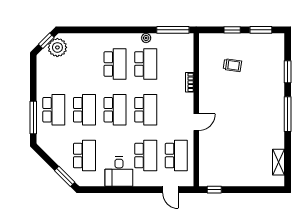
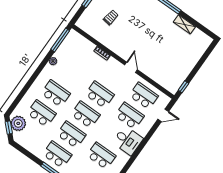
school desk: (146, 64) -> (42, 113), moved
shelving: (279, 162) -> (184, 24), moved

